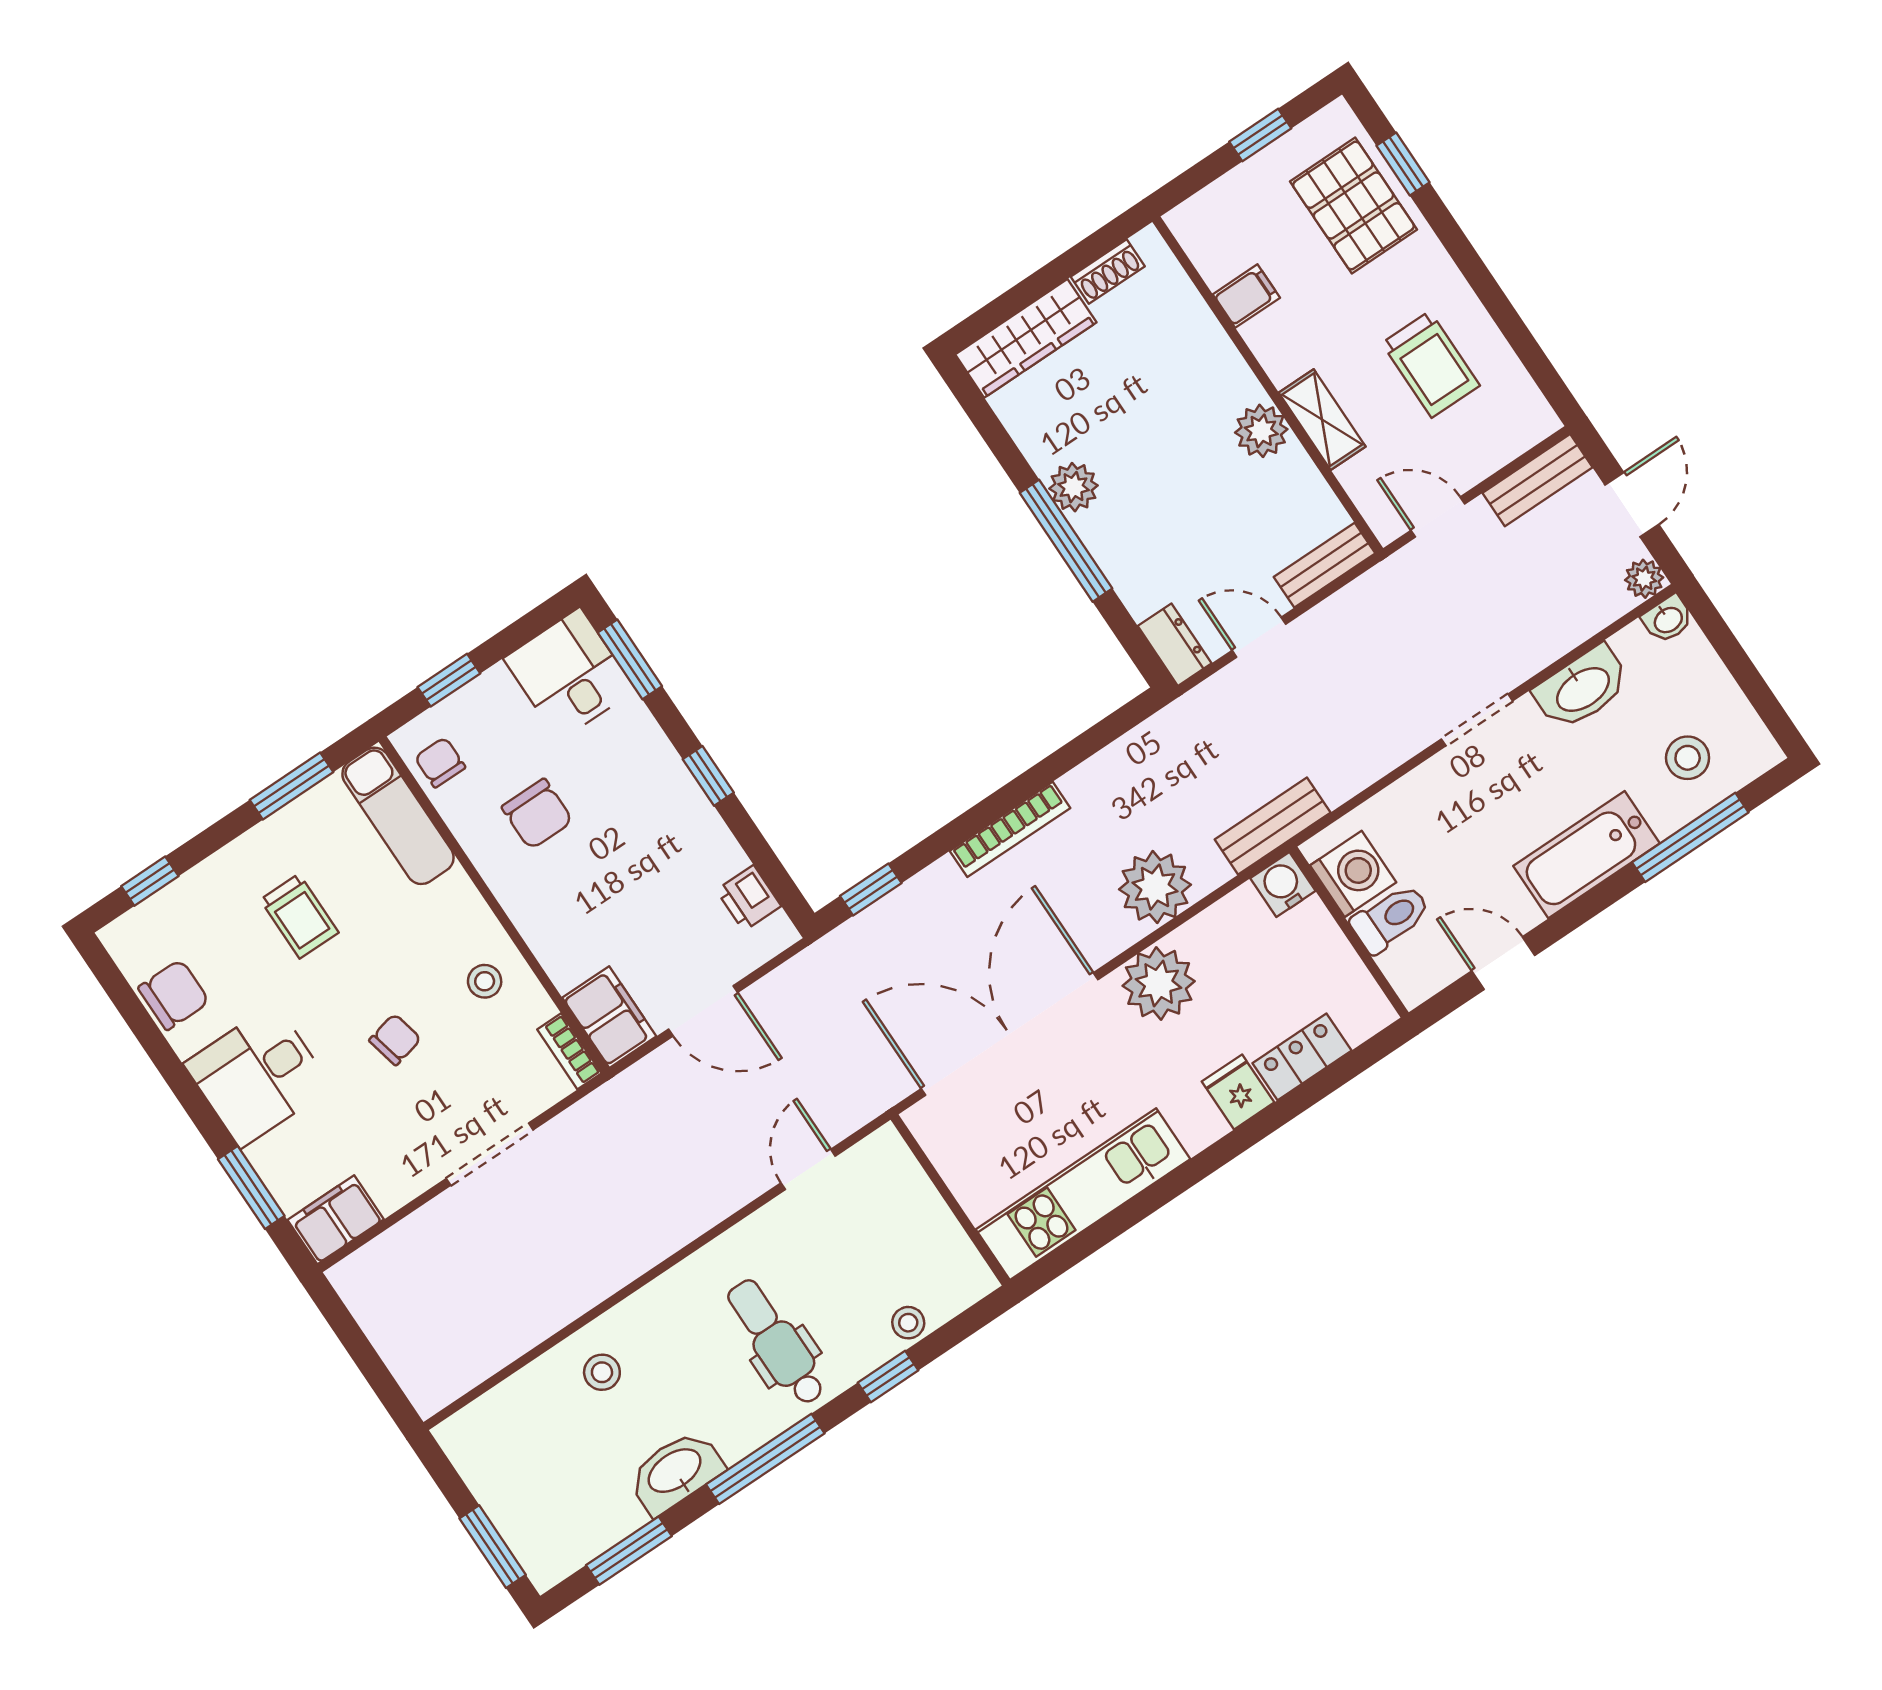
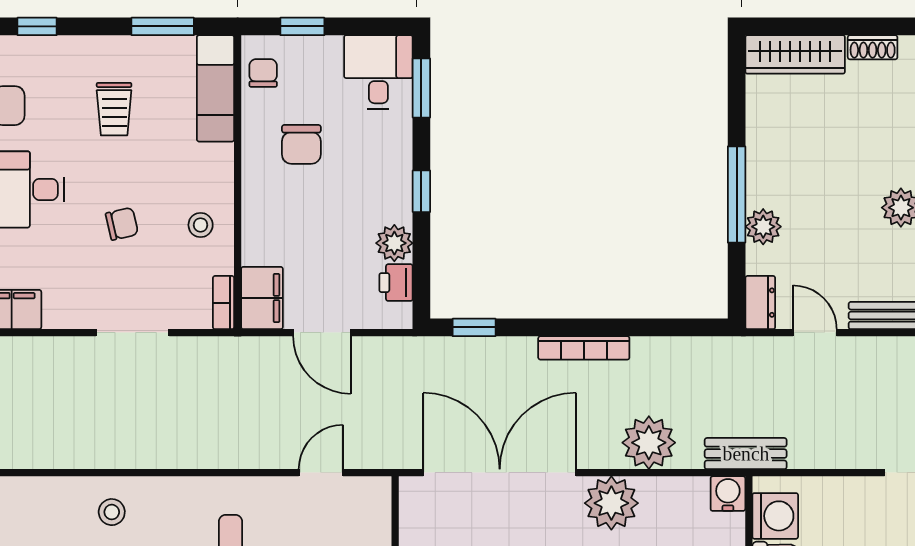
plant: (1074, 487) -> (763, 227), moved
plant: (717, 855) -> (394, 243), added

